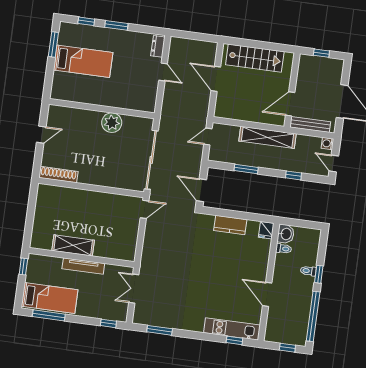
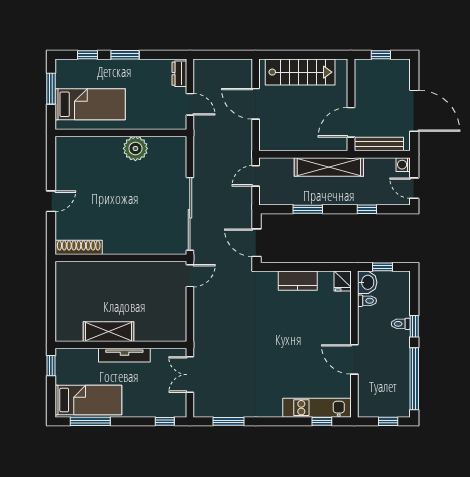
wall: (102, 109) -> (121, 133), moved
plant: (112, 123) -> (135, 148), moved
window: (300, 223) -> (383, 267), added

